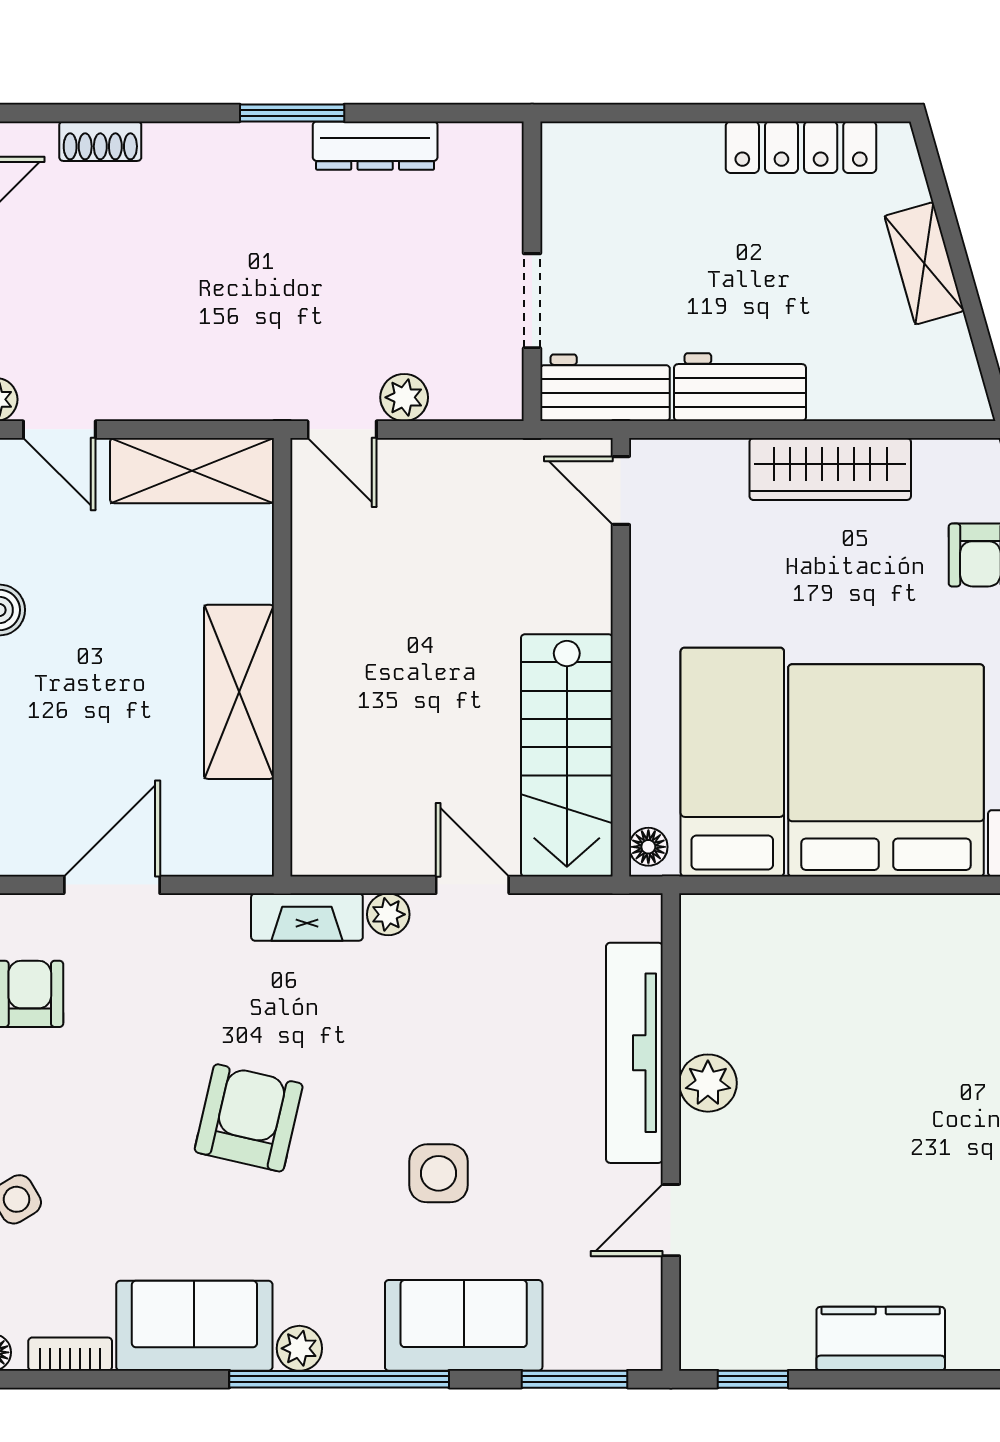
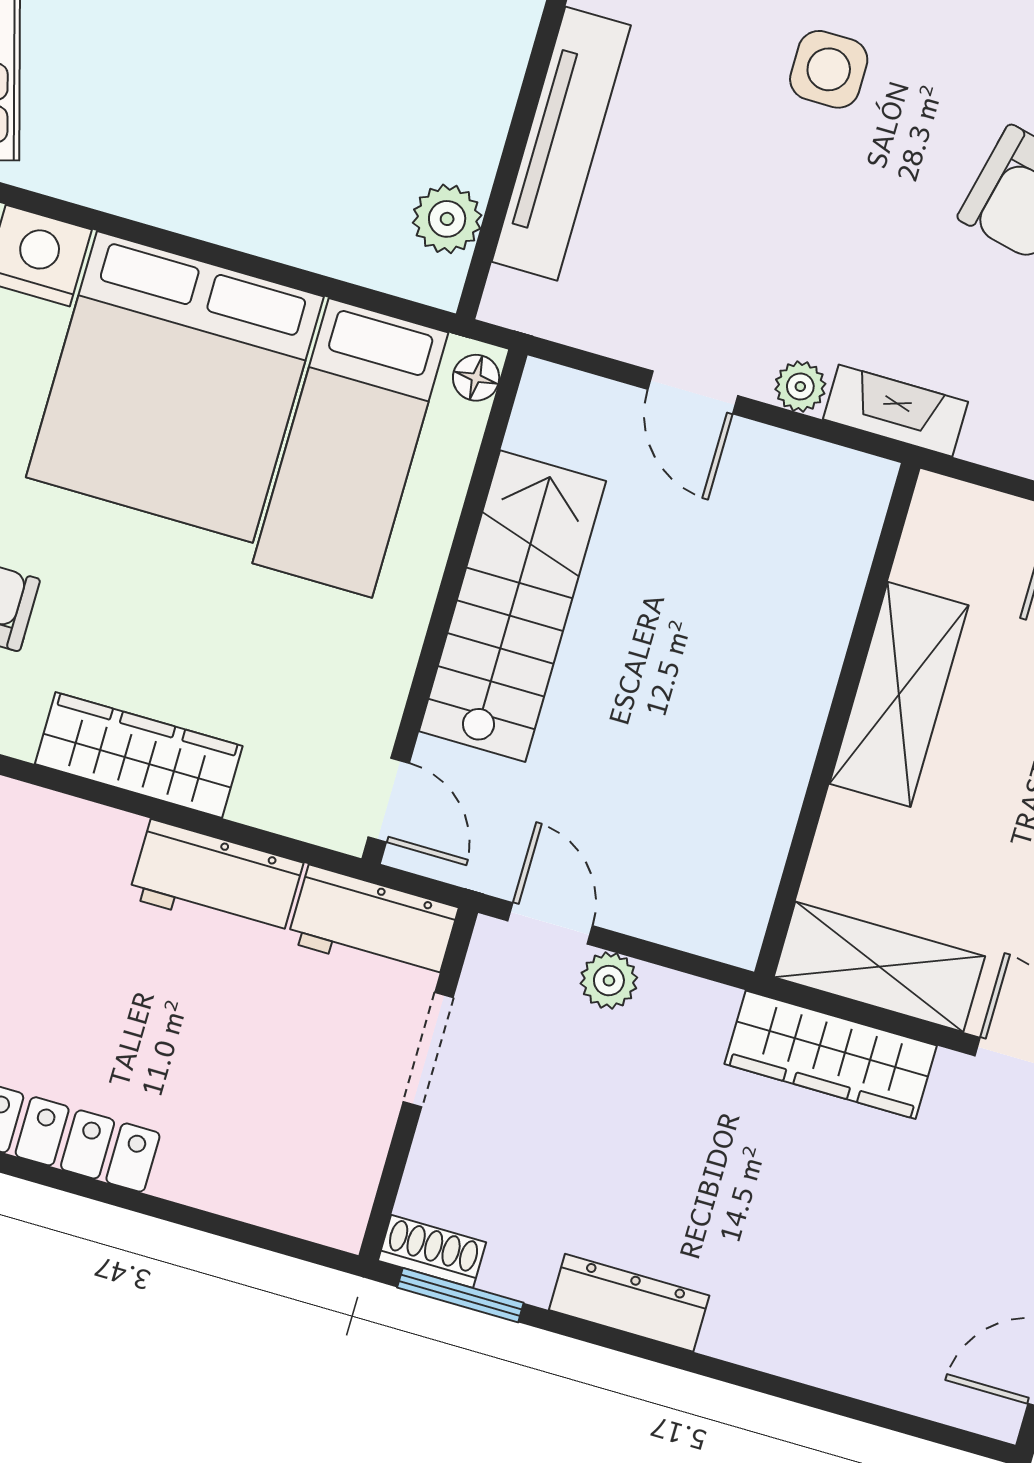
window: (292, 113) -> (460, 1295), moved
shoe rack: (100, 141) -> (432, 1251), moved
dresser: (375, 146) -> (629, 1303), moved
wardrobe: (211, 389) -> (831, 1055), added
door: (342, 429) -> (550, 923), moved
stairs: (567, 755) -> (513, 606), moved
plant: (708, 1083) -> (447, 219), moved

